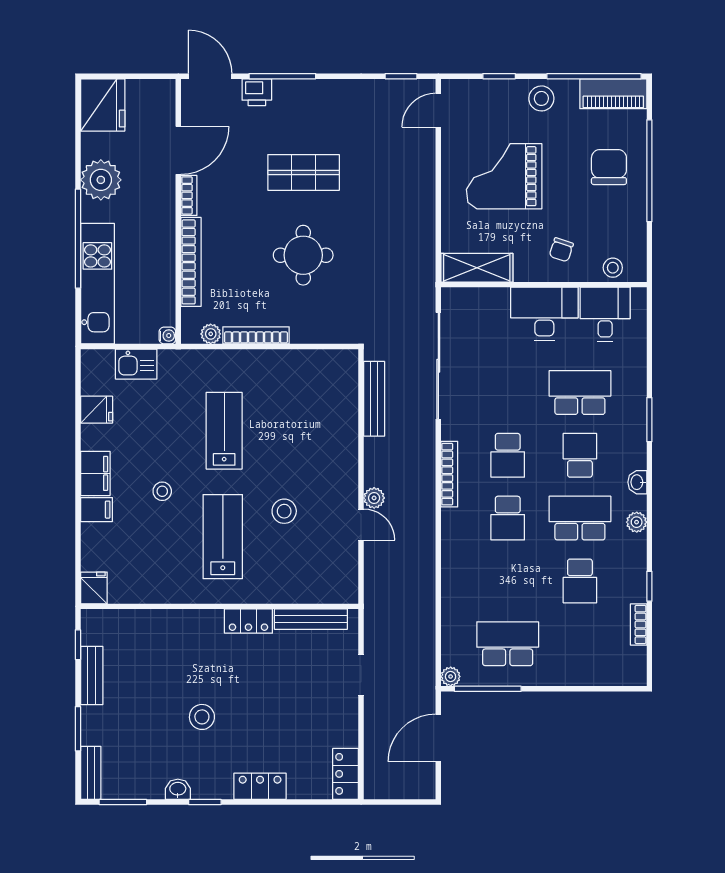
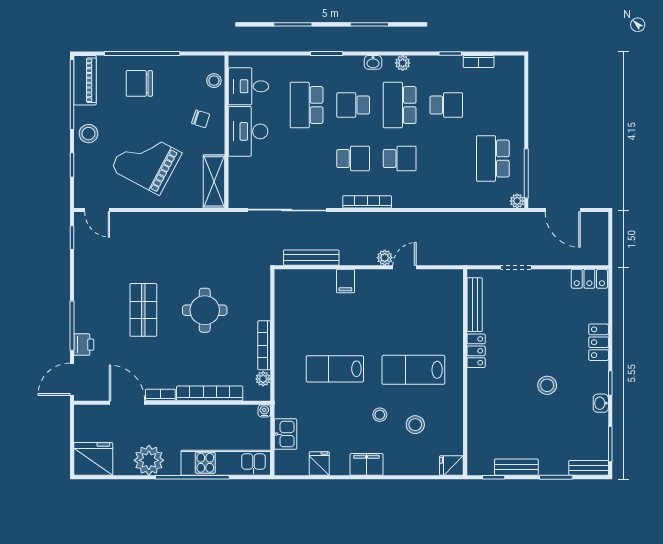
grand piano: (504, 176) -> (146, 161), turned 118
filing cabinet: (96, 510) -> (345, 281), moved, turned 180
stool: (284, 511) -> (415, 425), moved

